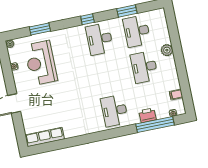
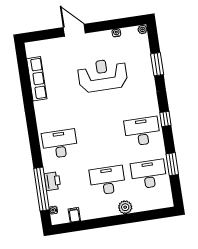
reception desk: (41, 63) -> (102, 75), moved
row of seats: (45, 137) -> (37, 79), moved

